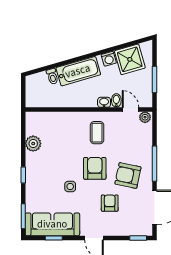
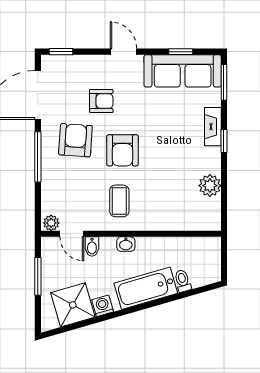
washbasin: (104, 102) -> (126, 244), moved
armchair: (128, 175) -> (75, 140), turned -98
fireplace: (31, 185) -> (213, 127), added
side table: (70, 187) -> (157, 125), removed
armchair: (110, 203) -> (101, 101), turned -90

